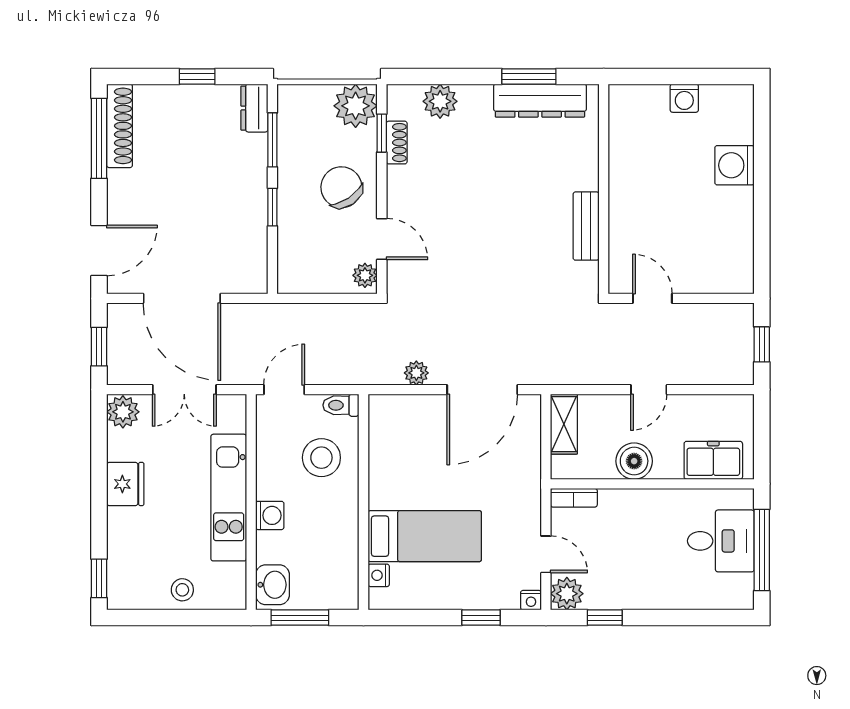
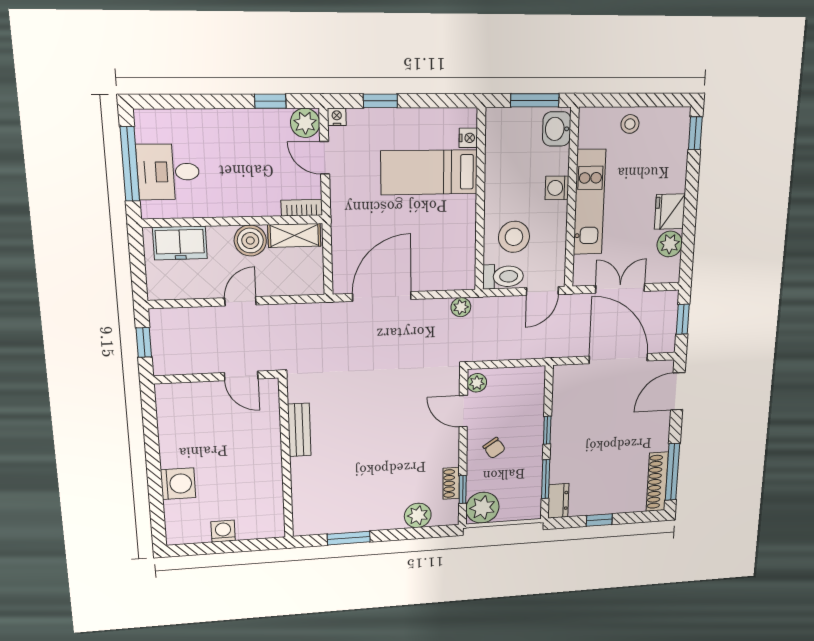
dresser: (540, 101) -> (339, 521), removed
chair: (341, 187) -> (494, 448), width x0.54, depth x0.54
plant: (416, 373) -> (461, 307), moved
toilet: (341, 405) -> (503, 276), width x1.37, depth x1.39
plant: (123, 412) -> (670, 244), moved
shelving: (564, 424) -> (294, 235), moved, turned 90

